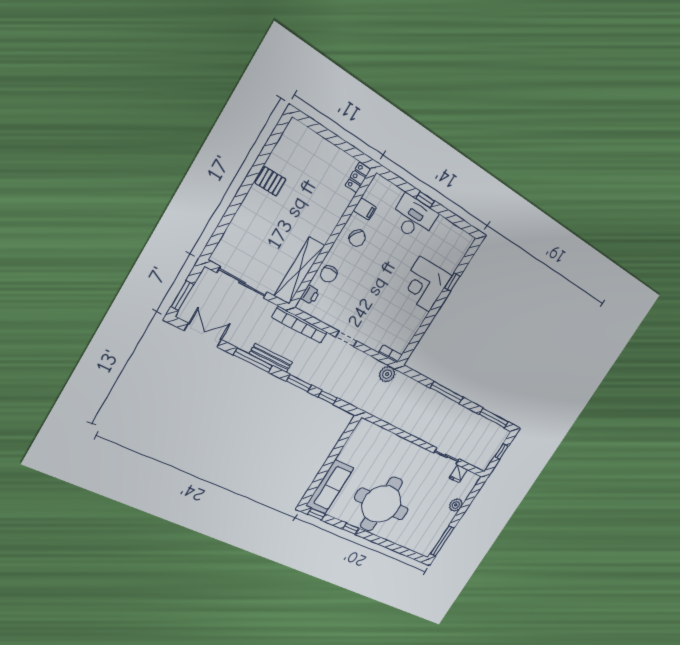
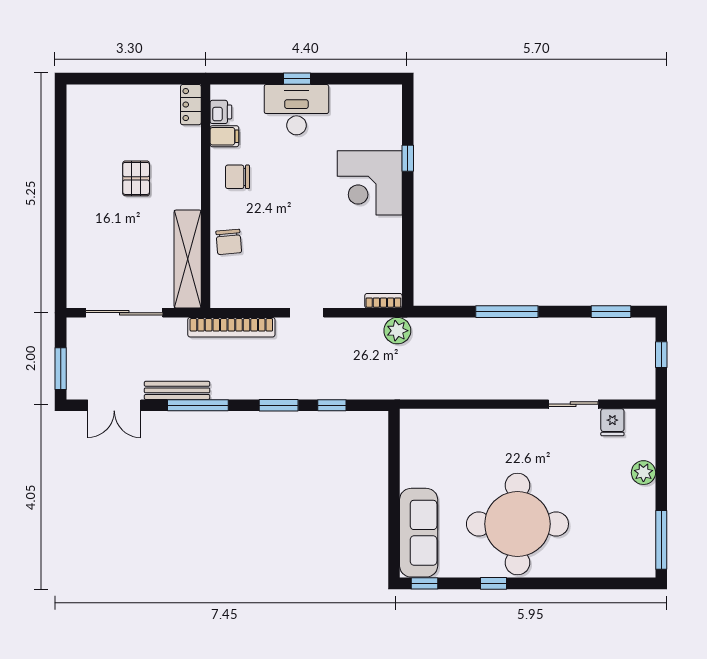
pallet: (271, 181) -> (136, 178), moved, turned 90
chair: (357, 238) -> (238, 177), turned 146
printer: (310, 295) -> (221, 112), moved
double door: (203, 335) -> (114, 405), swing flipped
bench: (271, 358) -> (177, 390), moved
window: (494, 418) -> (611, 312), width x0.69

